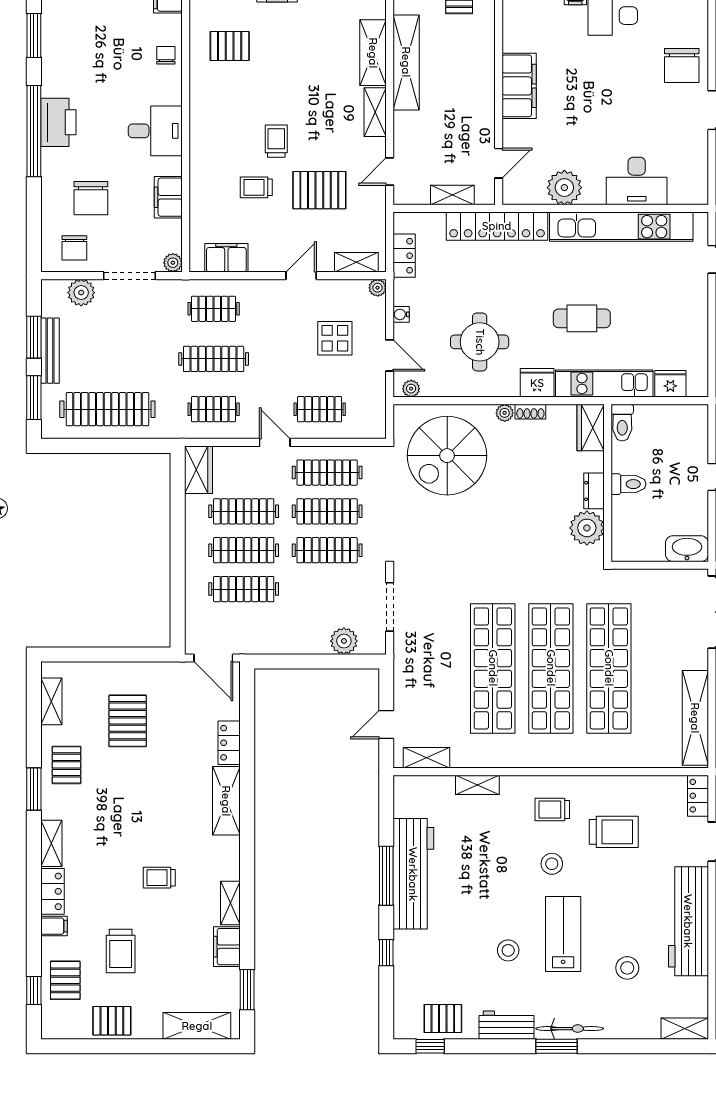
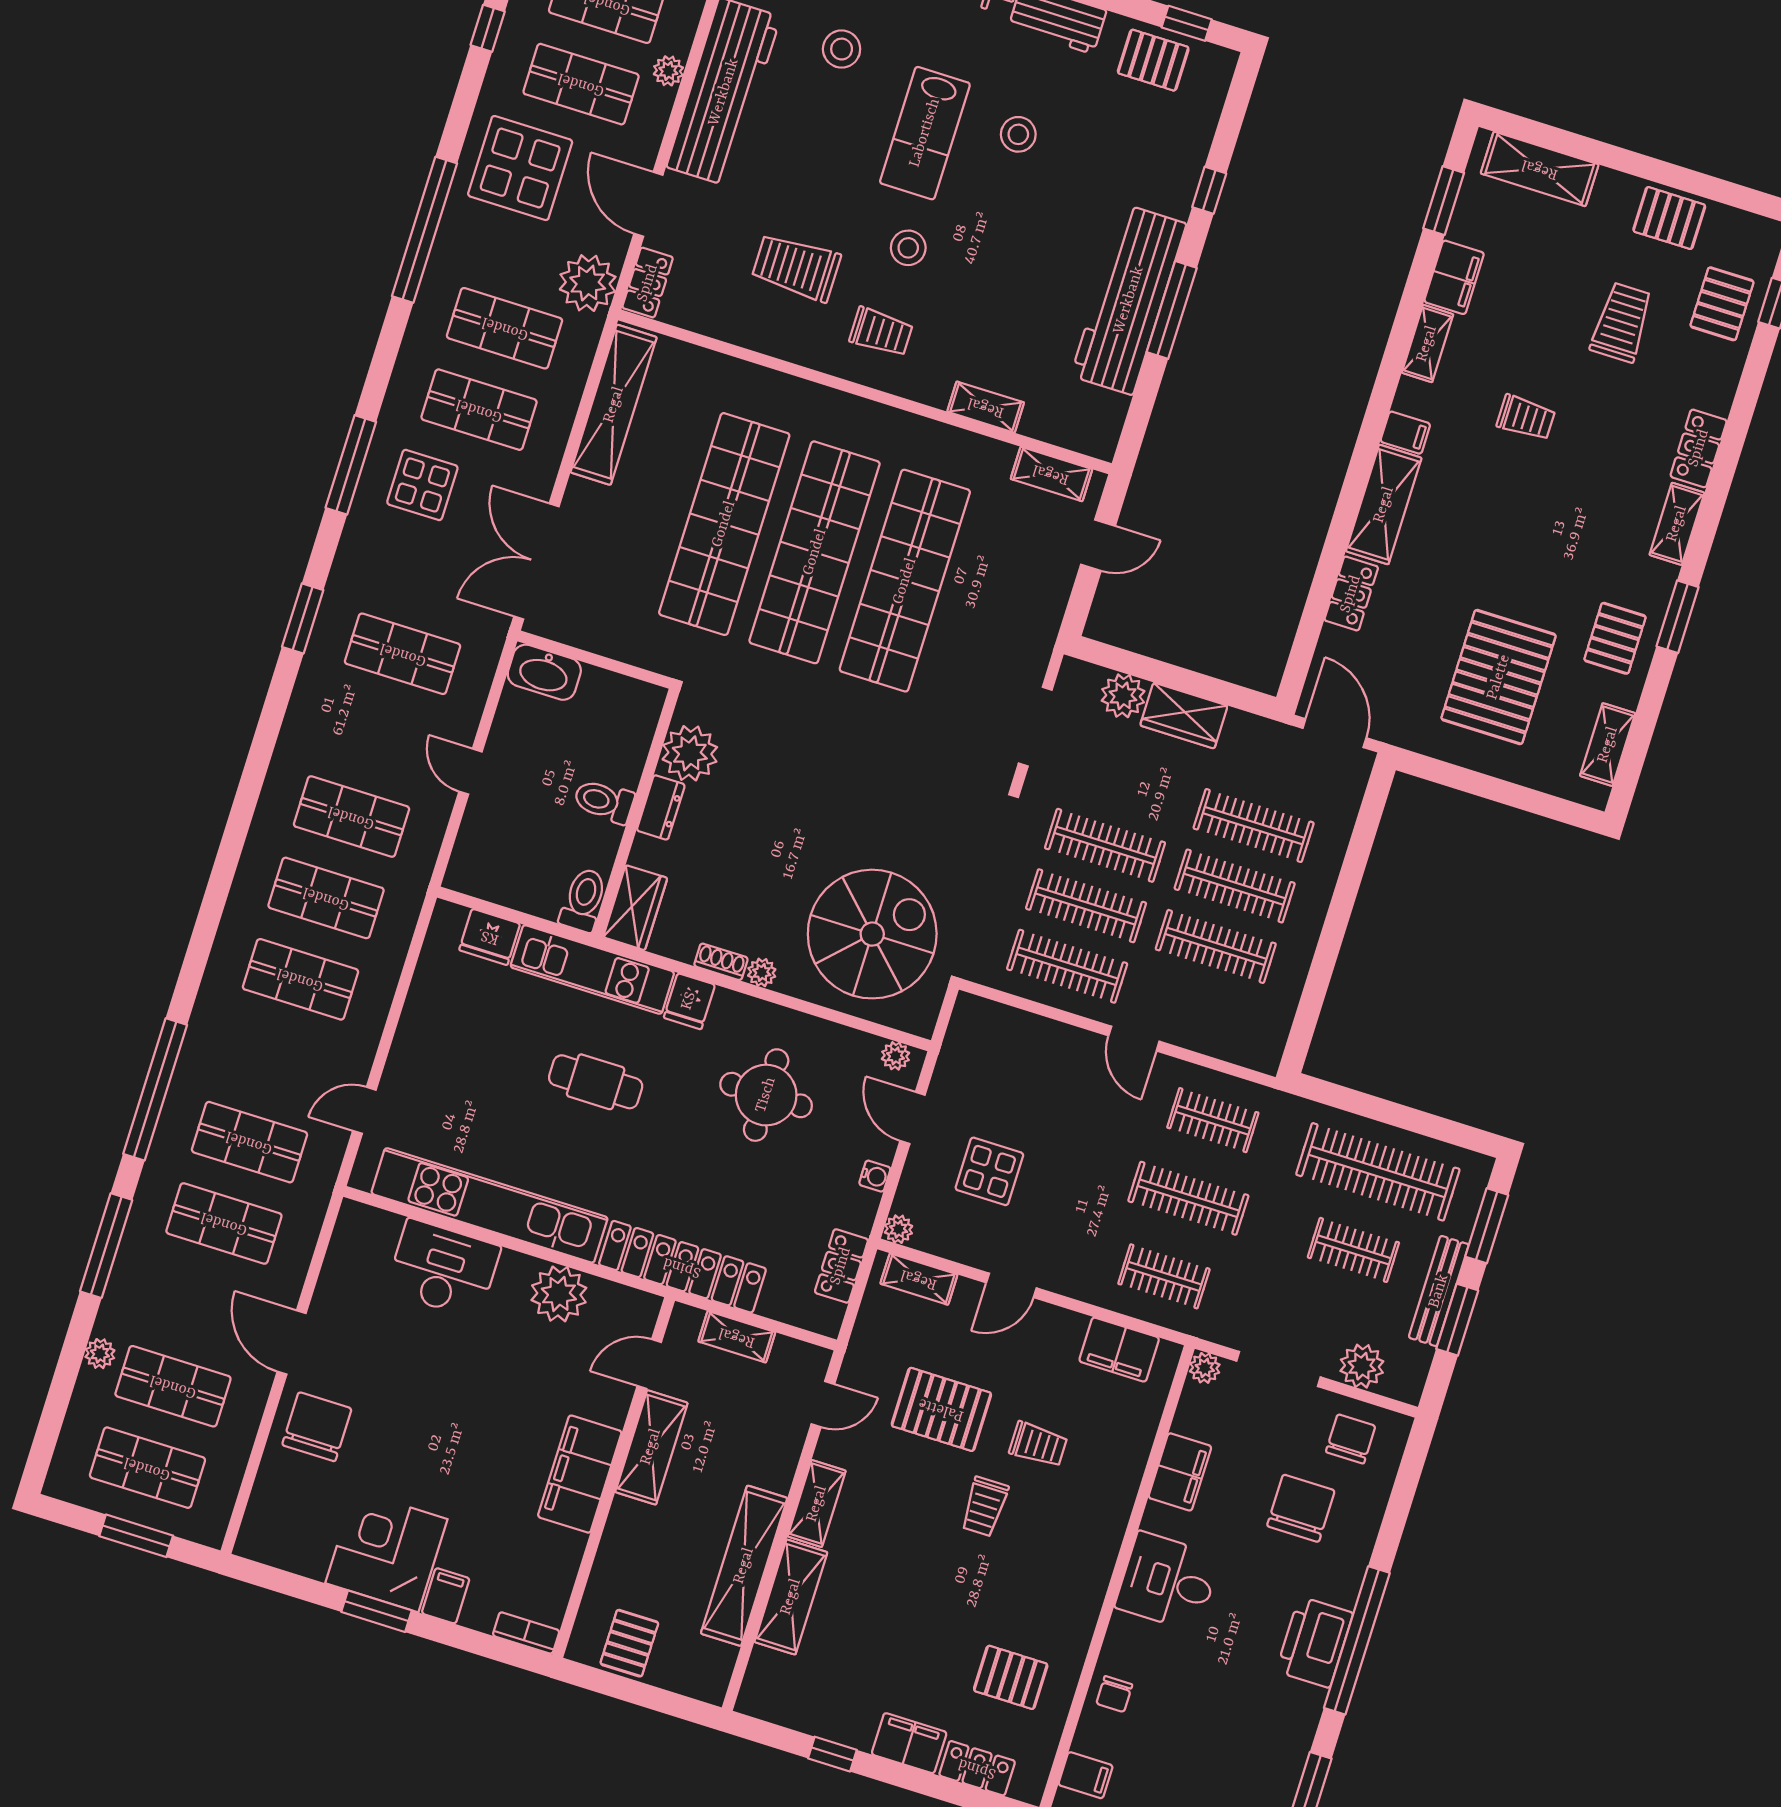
shelving: (482, 115) -> (651, 1447), added
fridge: (537, 383) -> (689, 1001), width x0.72
clothes rail: (320, 409) -> (1353, 1250), moved
wardrobe: (198, 470) -> (1184, 716), moved, turned -90
pallet: (128, 721) -> (1499, 677), width x1.37, depth x1.41
filing cabinet: (54, 926) -> (1405, 433), moved, turned 180

